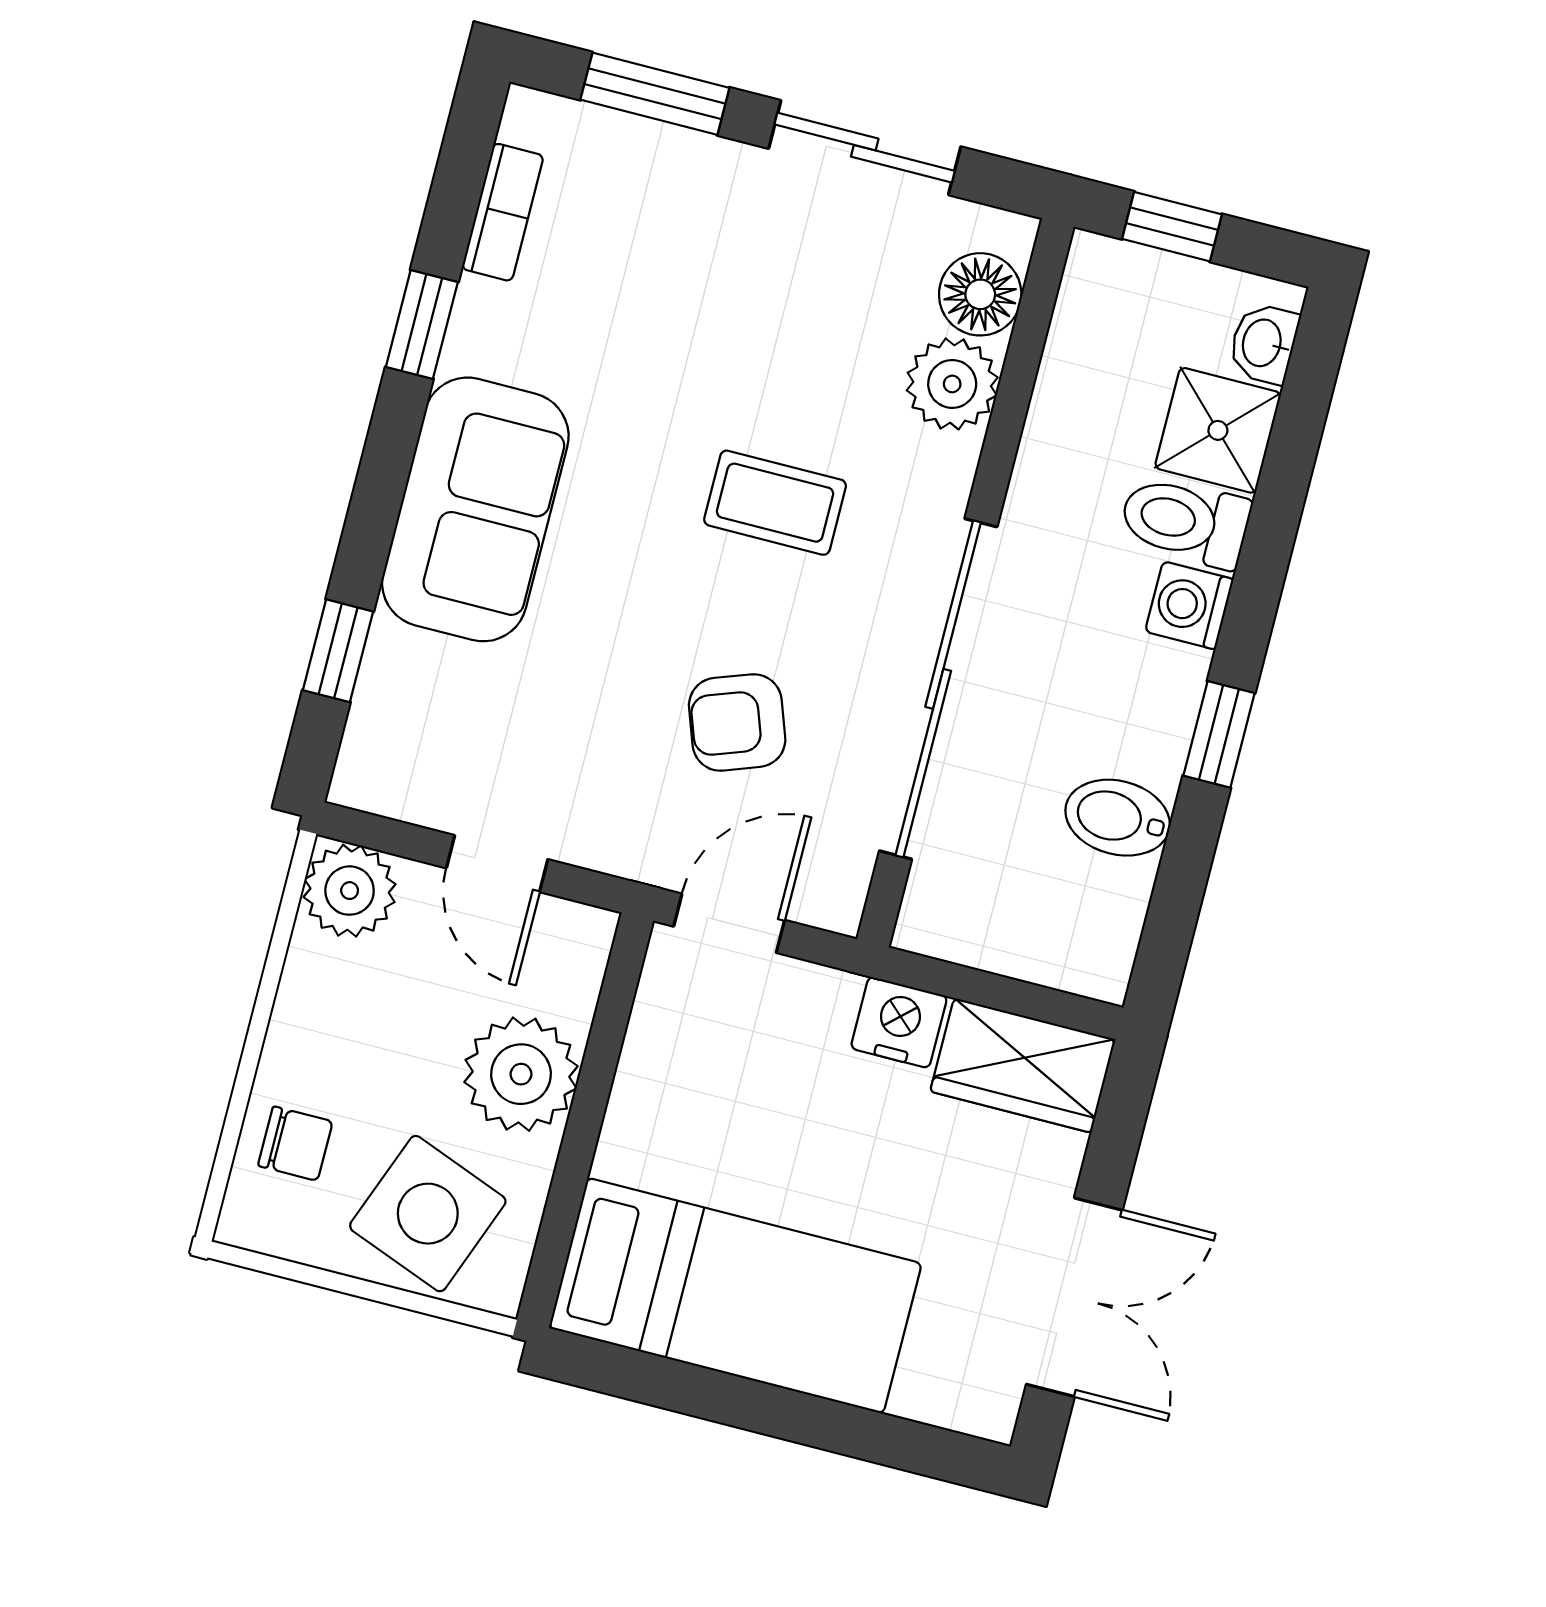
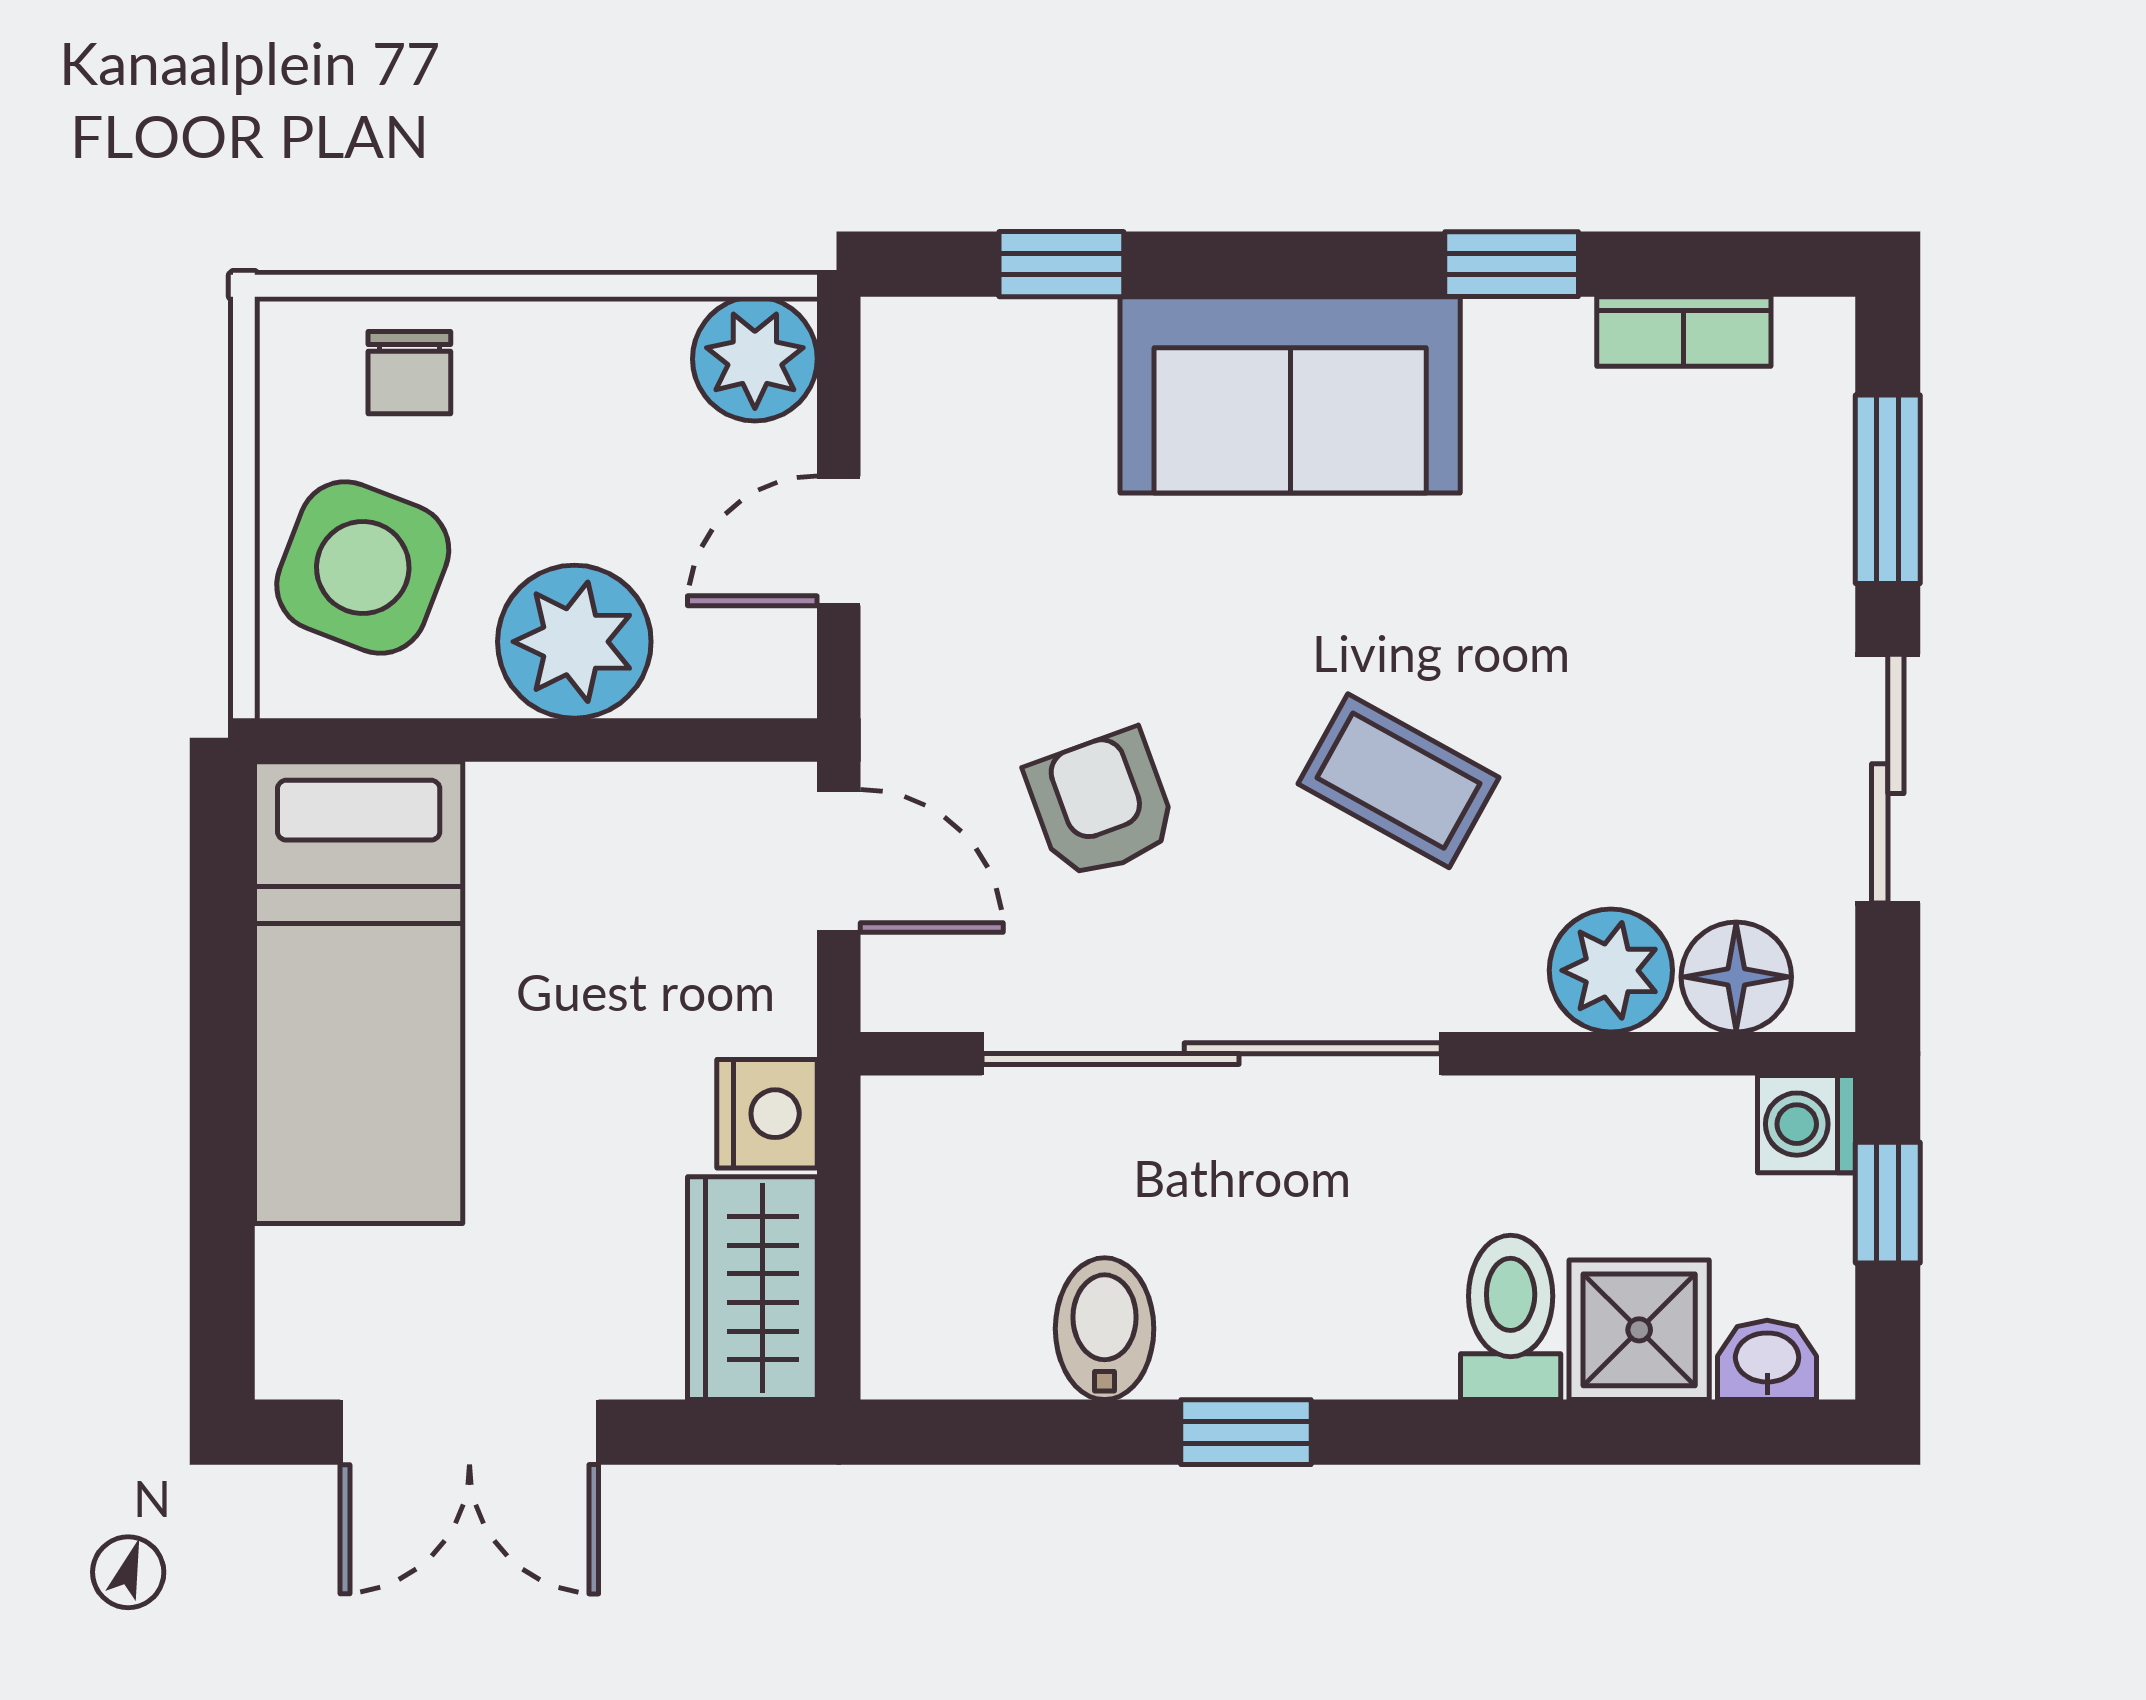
coffee table: (775, 503) -> (1398, 781), turned -61
washing machine: (1189, 605) -> (1807, 1124), moved, turned -90

